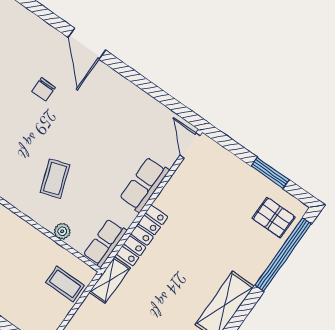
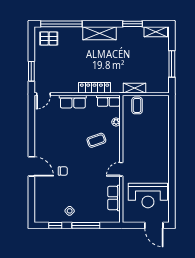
door: (87, 44) -> (31, 166), hinge flipped
window: (270, 173) -> (31, 71), moved
pallet: (274, 218) -> (49, 38), turned 90
shelving: (110, 280) -> (135, 88), moved

